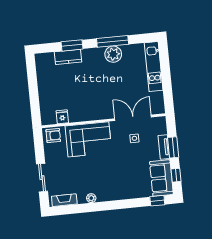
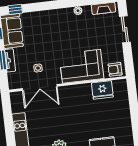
fridge: (62, 117) -> (102, 90), width x1.88, depth x1.34

